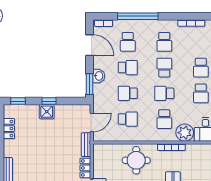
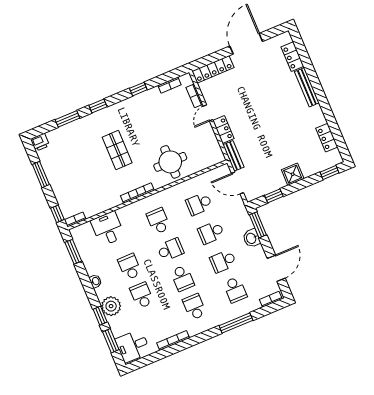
window: (138, 16) -> (236, 323), width x0.68
school desk: (128, 42) -> (235, 290), turned 180
door: (89, 45) -> (276, 268), swing flipped
school desk: (128, 93) -> (211, 232), turned 180
window: (49, 101) -> (274, 196), moved
door: (92, 123) -> (237, 183), hinge flipped
plant: (185, 133) -> (129, 215), removed

